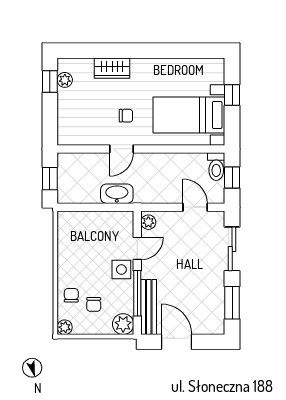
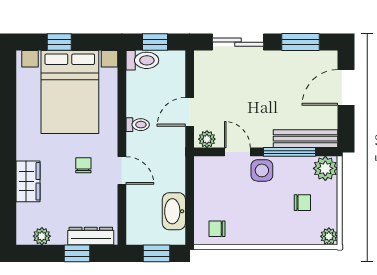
window: (50, 82) -> (77, 253), moved
bed with nightstands: (189, 115) -> (70, 92), width x1.36
dresser: (65, 122) -> (91, 236), added
toilet: (161, 163) -> (138, 125), added
washbasin: (117, 194) -> (174, 211), moved
door: (195, 207) -> (190, 112), moved
chair: (71, 295) -> (217, 229), moved
door: (176, 342) -> (346, 87), moved

